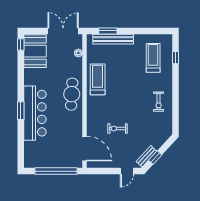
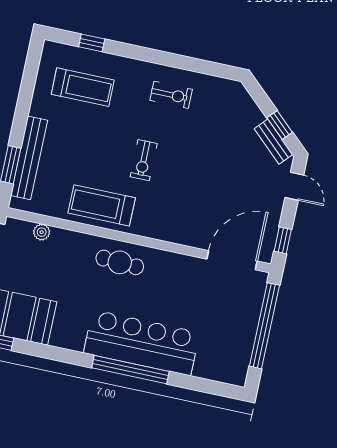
treadmill: (153, 58) -> (83, 87), turned 180
cafe table: (72, 94) -> (120, 262), width x0.73, depth x0.74
window: (21, 111) -> (130, 370), width x2.11
exercise bike: (117, 129) -> (144, 160), moved
window: (99, 171) -> (283, 240), added

